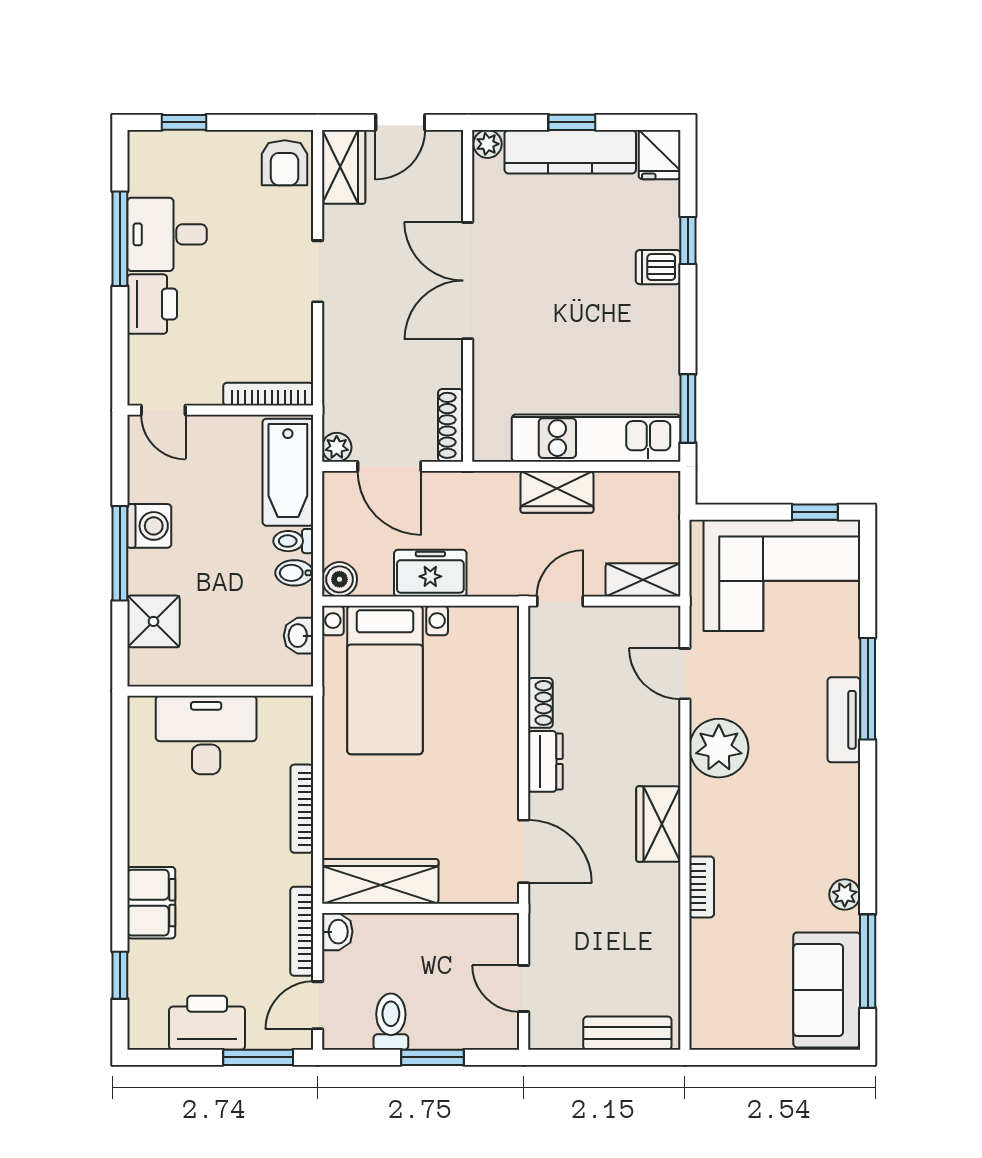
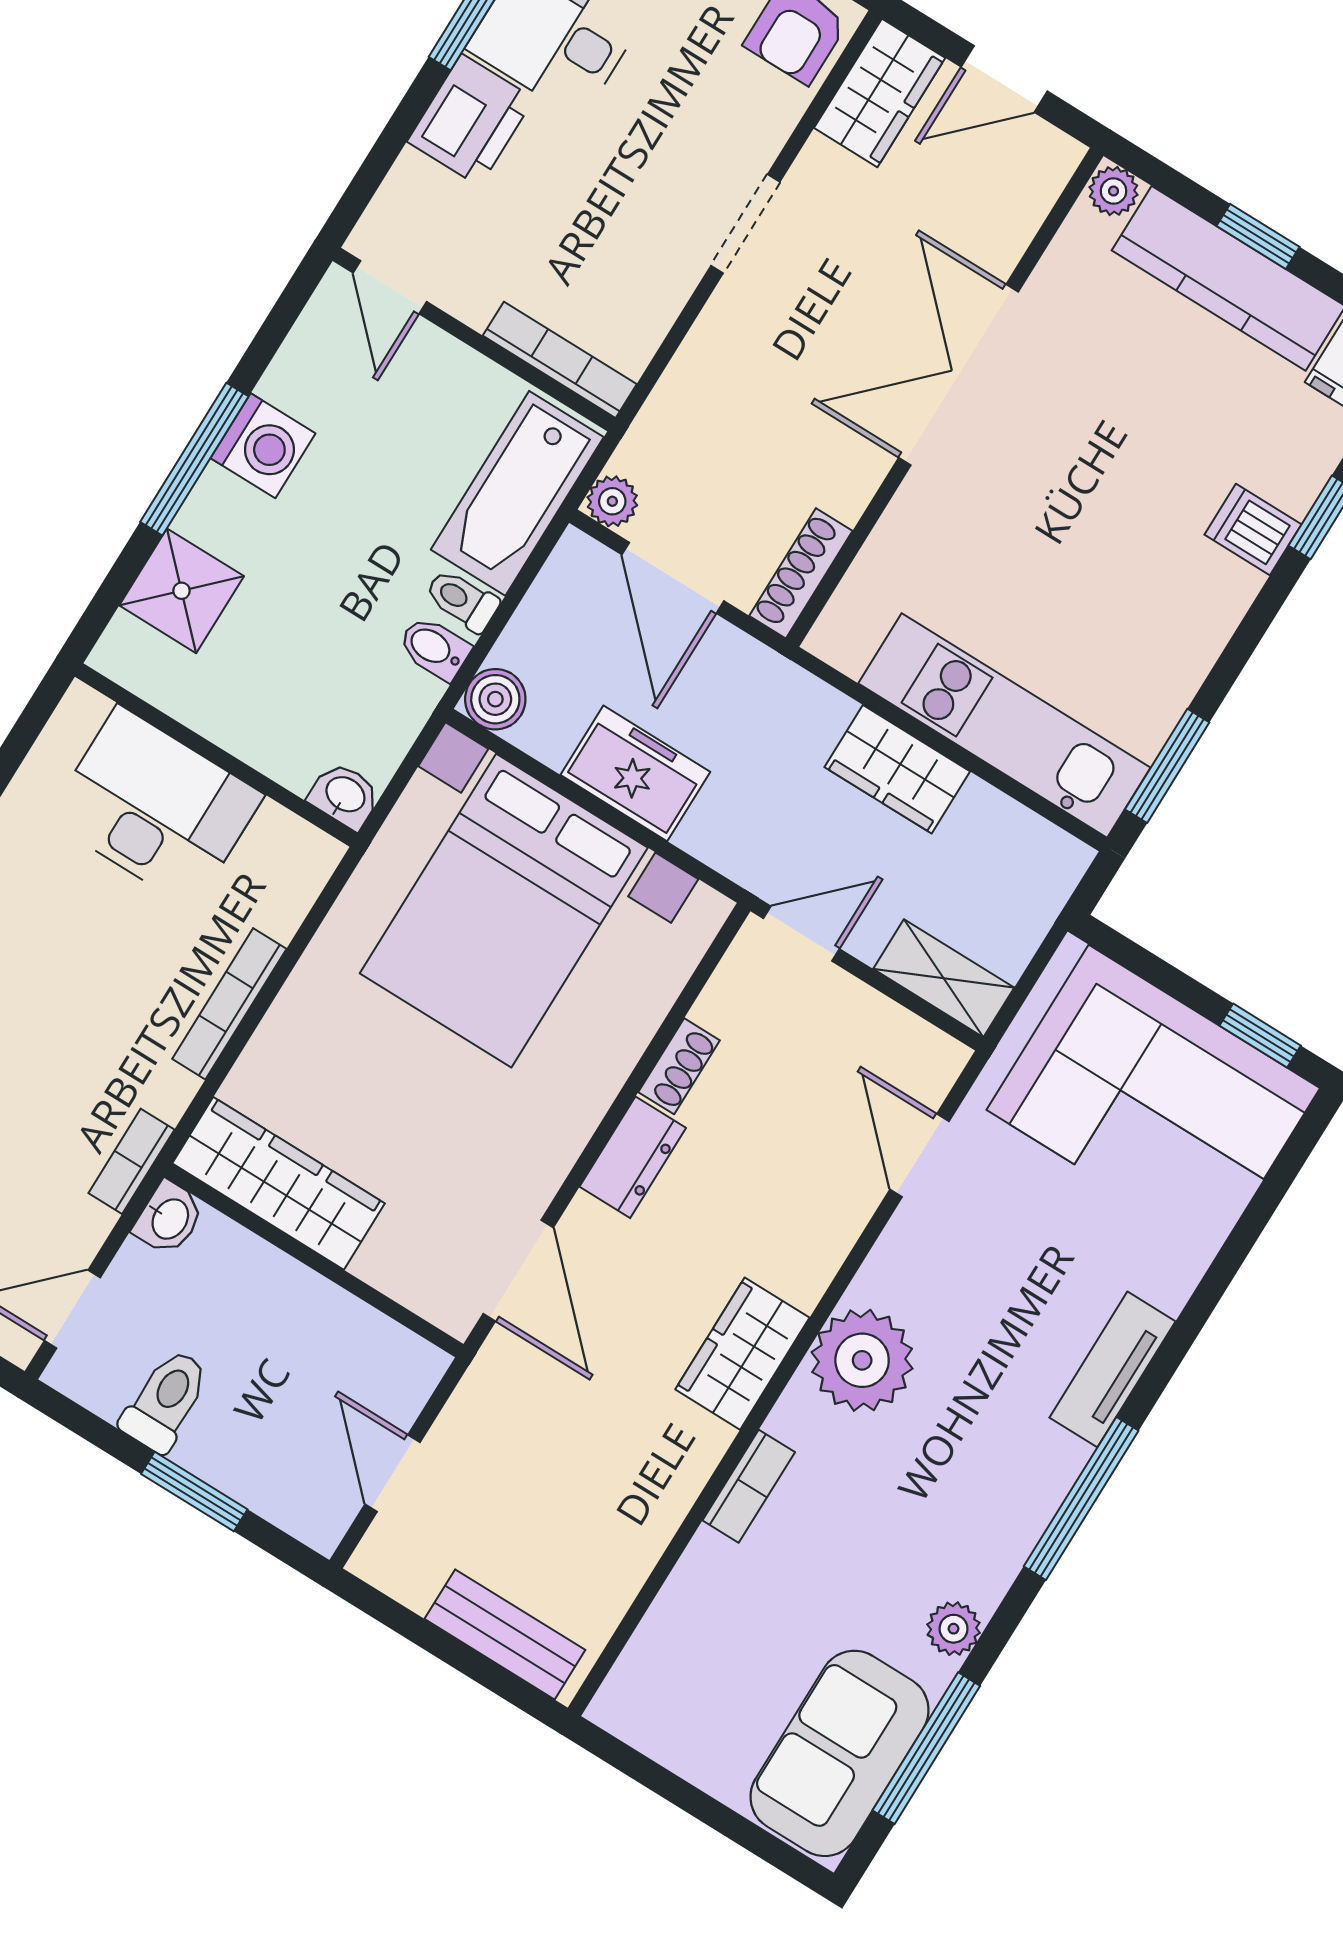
washbasin: (299, 636) -> (345, 796), moved, turned 90
bed with nightstands: (385, 680) -> (504, 911), width x1.36
window: (868, 689) -> (1081, 1499), moved
plant: (719, 748) -> (862, 1360), moved
bookcase: (302, 931) -> (131, 1161), width x0.64

